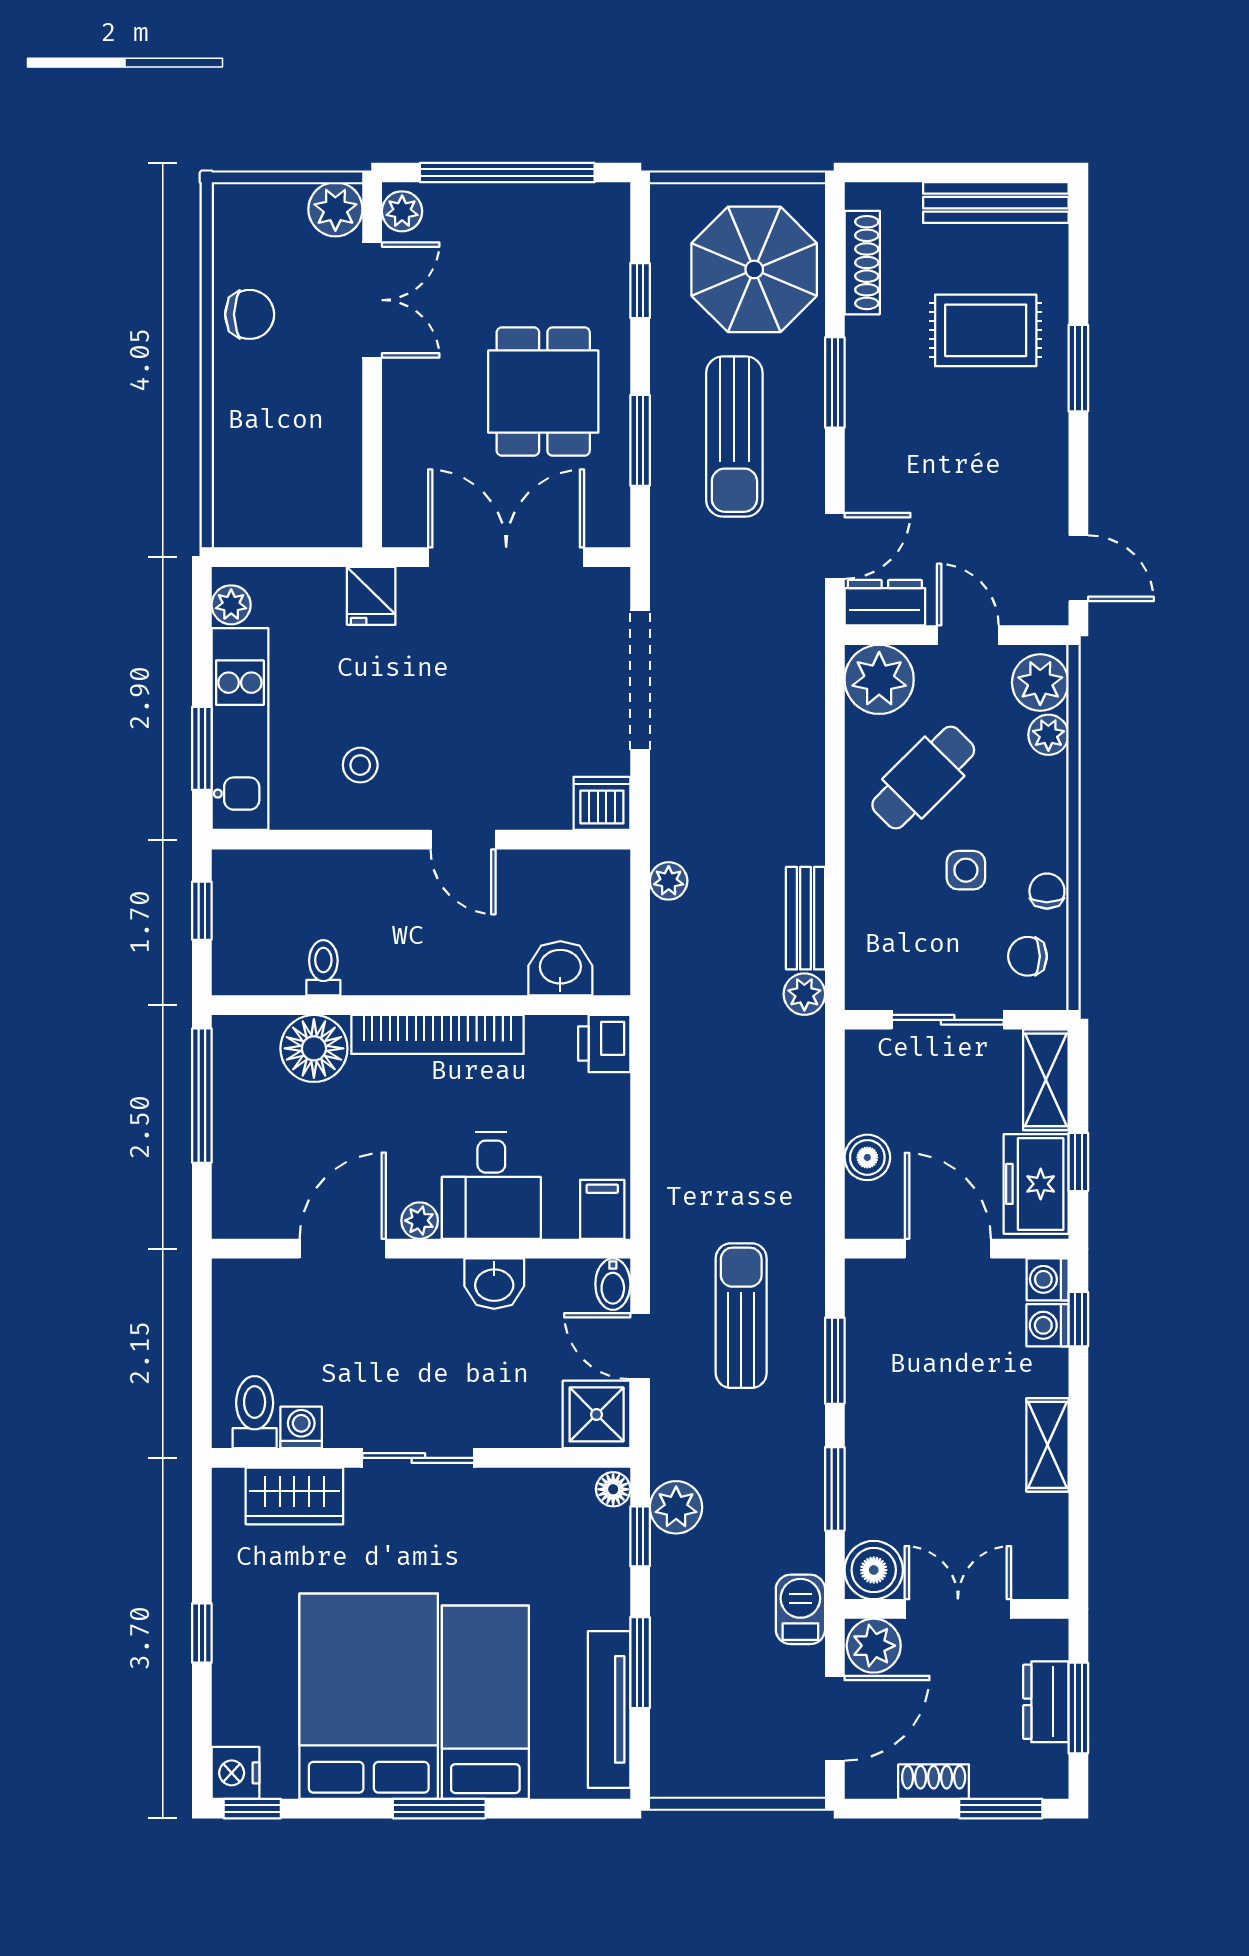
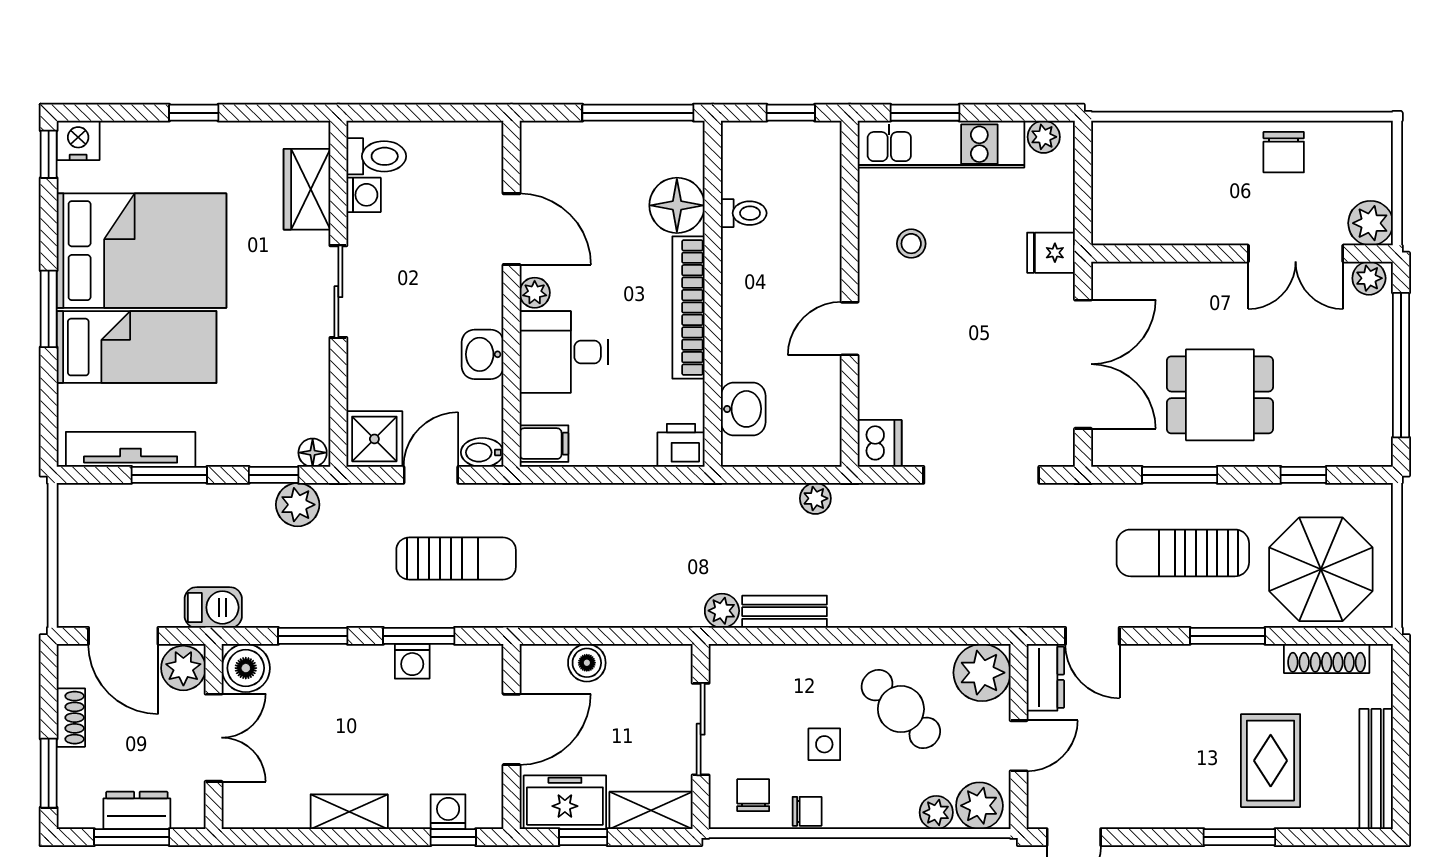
washing machine: (1048, 1279) -> (412, 661), moved, turned 180

